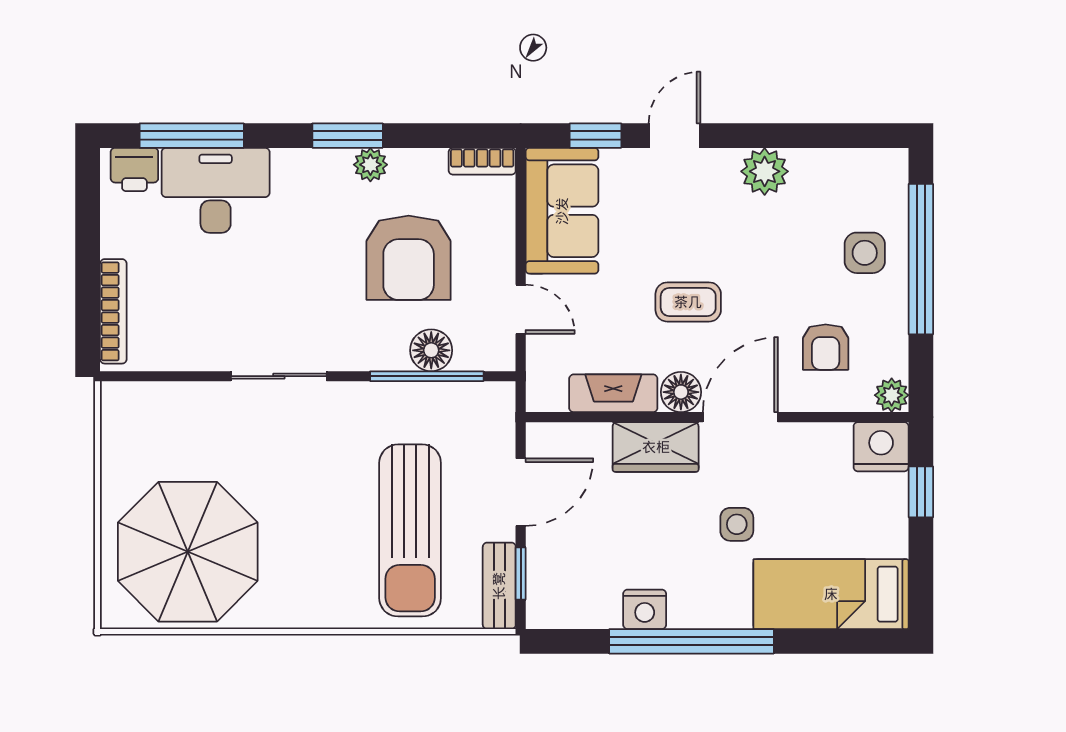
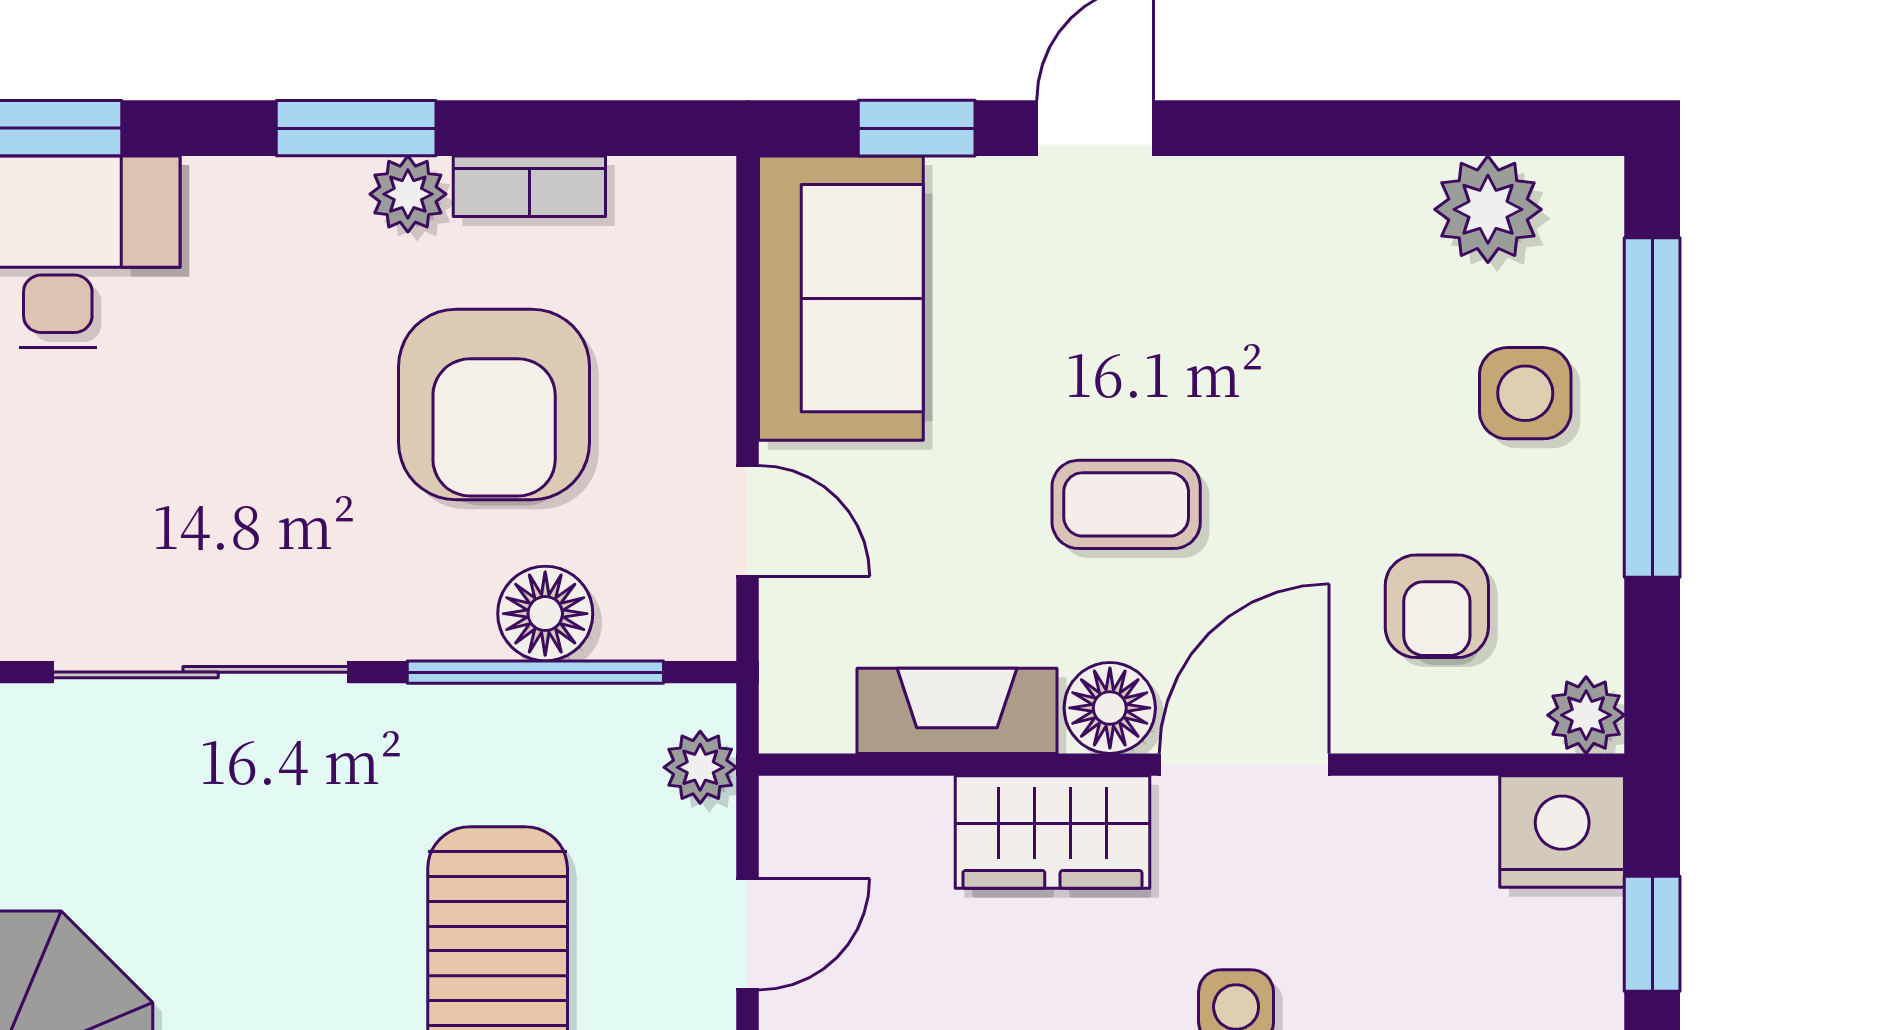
bookcase: (482, 161) -> (529, 186), moved
plant: (765, 171) -> (1488, 209), moved
sliding door: (279, 376) -> (201, 672), width x1.37
plant: (500, 418) -> (700, 767), added
door: (521, 492) -> (747, 934), width x0.73

